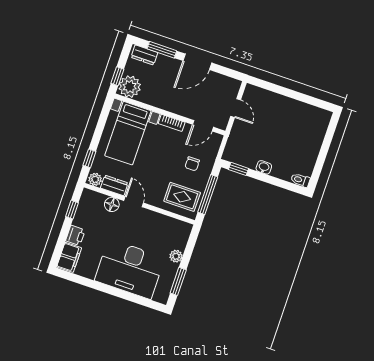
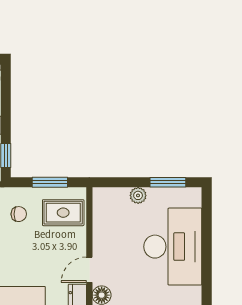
window: (208, 195) -> (50, 182), width x0.69
rug: (182, 197) -> (63, 213), turned 90

